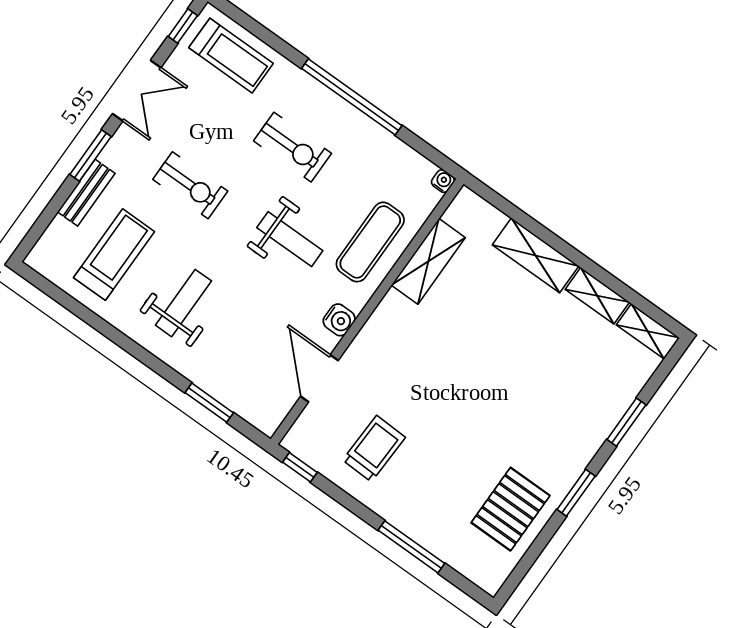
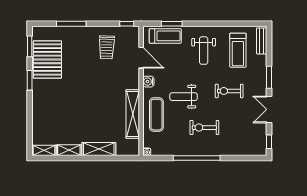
treadmill: (231, 56) -> (165, 36), moved, turned 180
bench: (86, 193) -> (262, 41), moved
shelving: (428, 261) -> (133, 114), width x1.47
window: (626, 422) -> (30, 46), moved
pallet: (511, 509) -> (47, 59), width x1.37, depth x1.41

